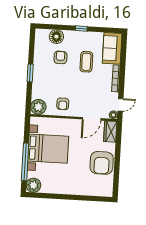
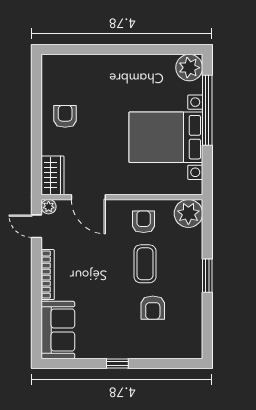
floor lamp: (56, 37) -> (162, 346), removed
coffee table: (86, 62) -> (145, 264), moved
door: (120, 105) -> (37, 226), hinge flipped
door: (92, 119) -> (88, 197), swing flipped
armchair: (102, 163) -> (65, 116), width x0.53, depth x0.53

